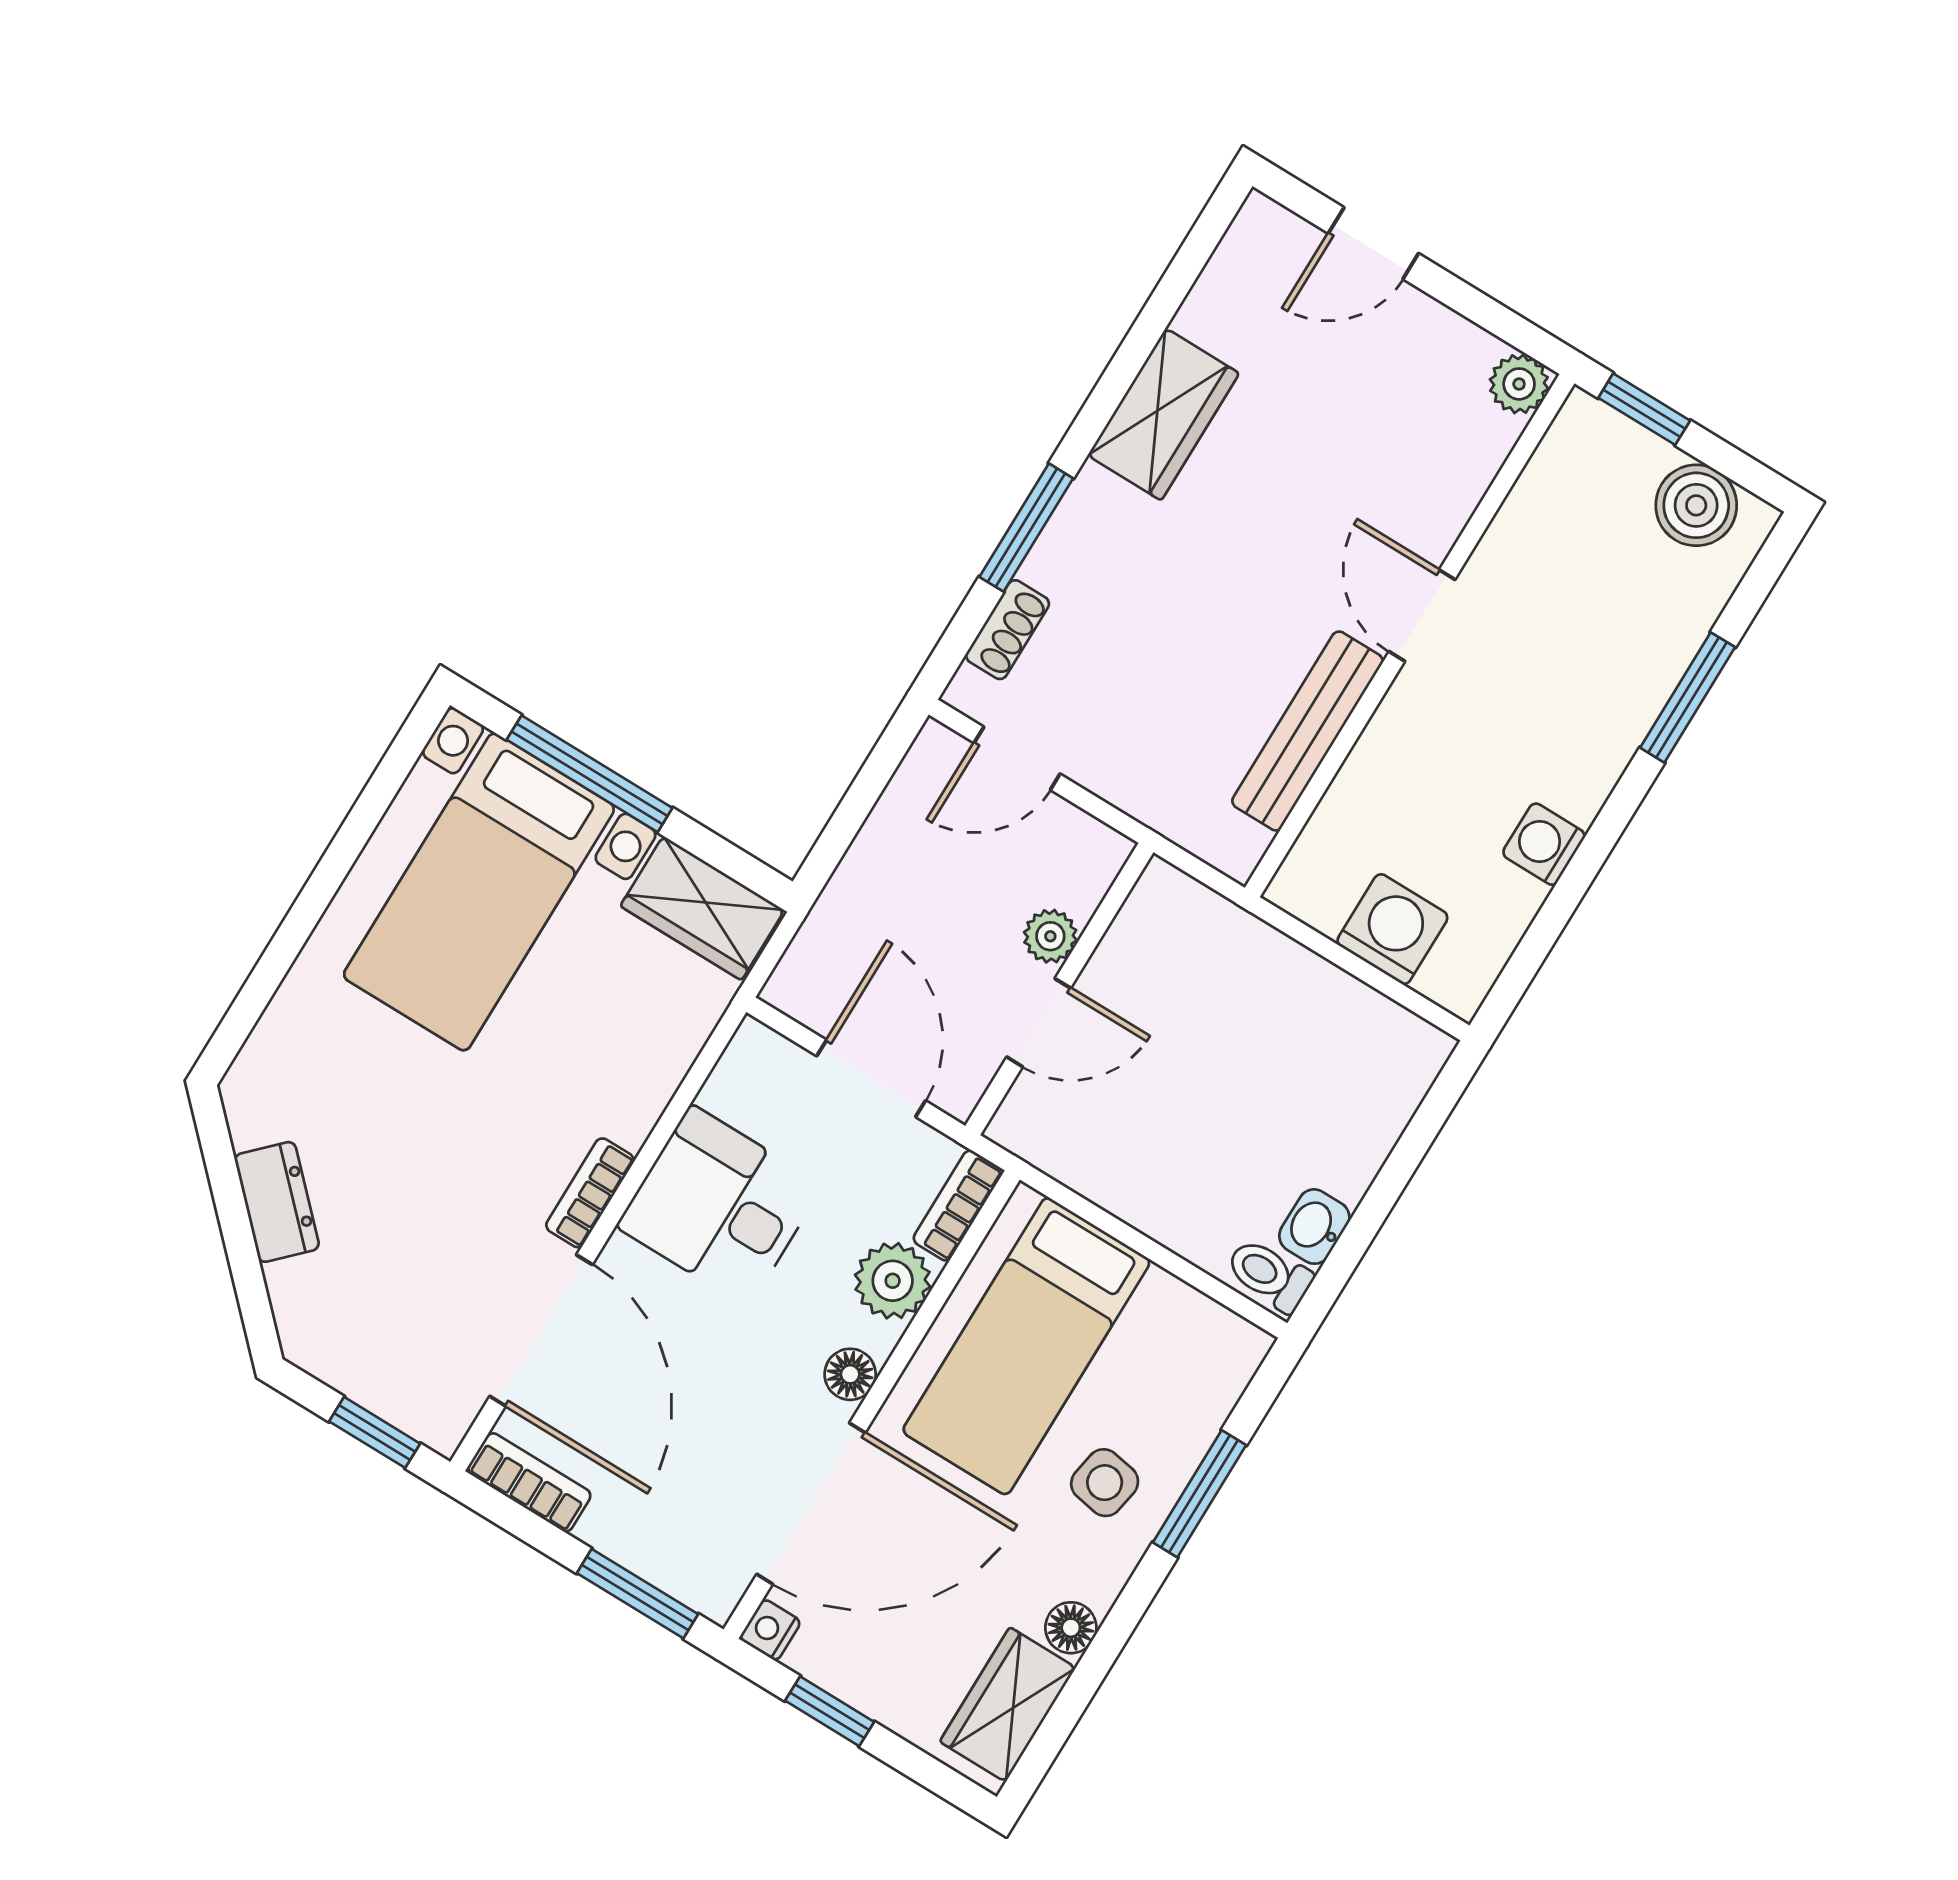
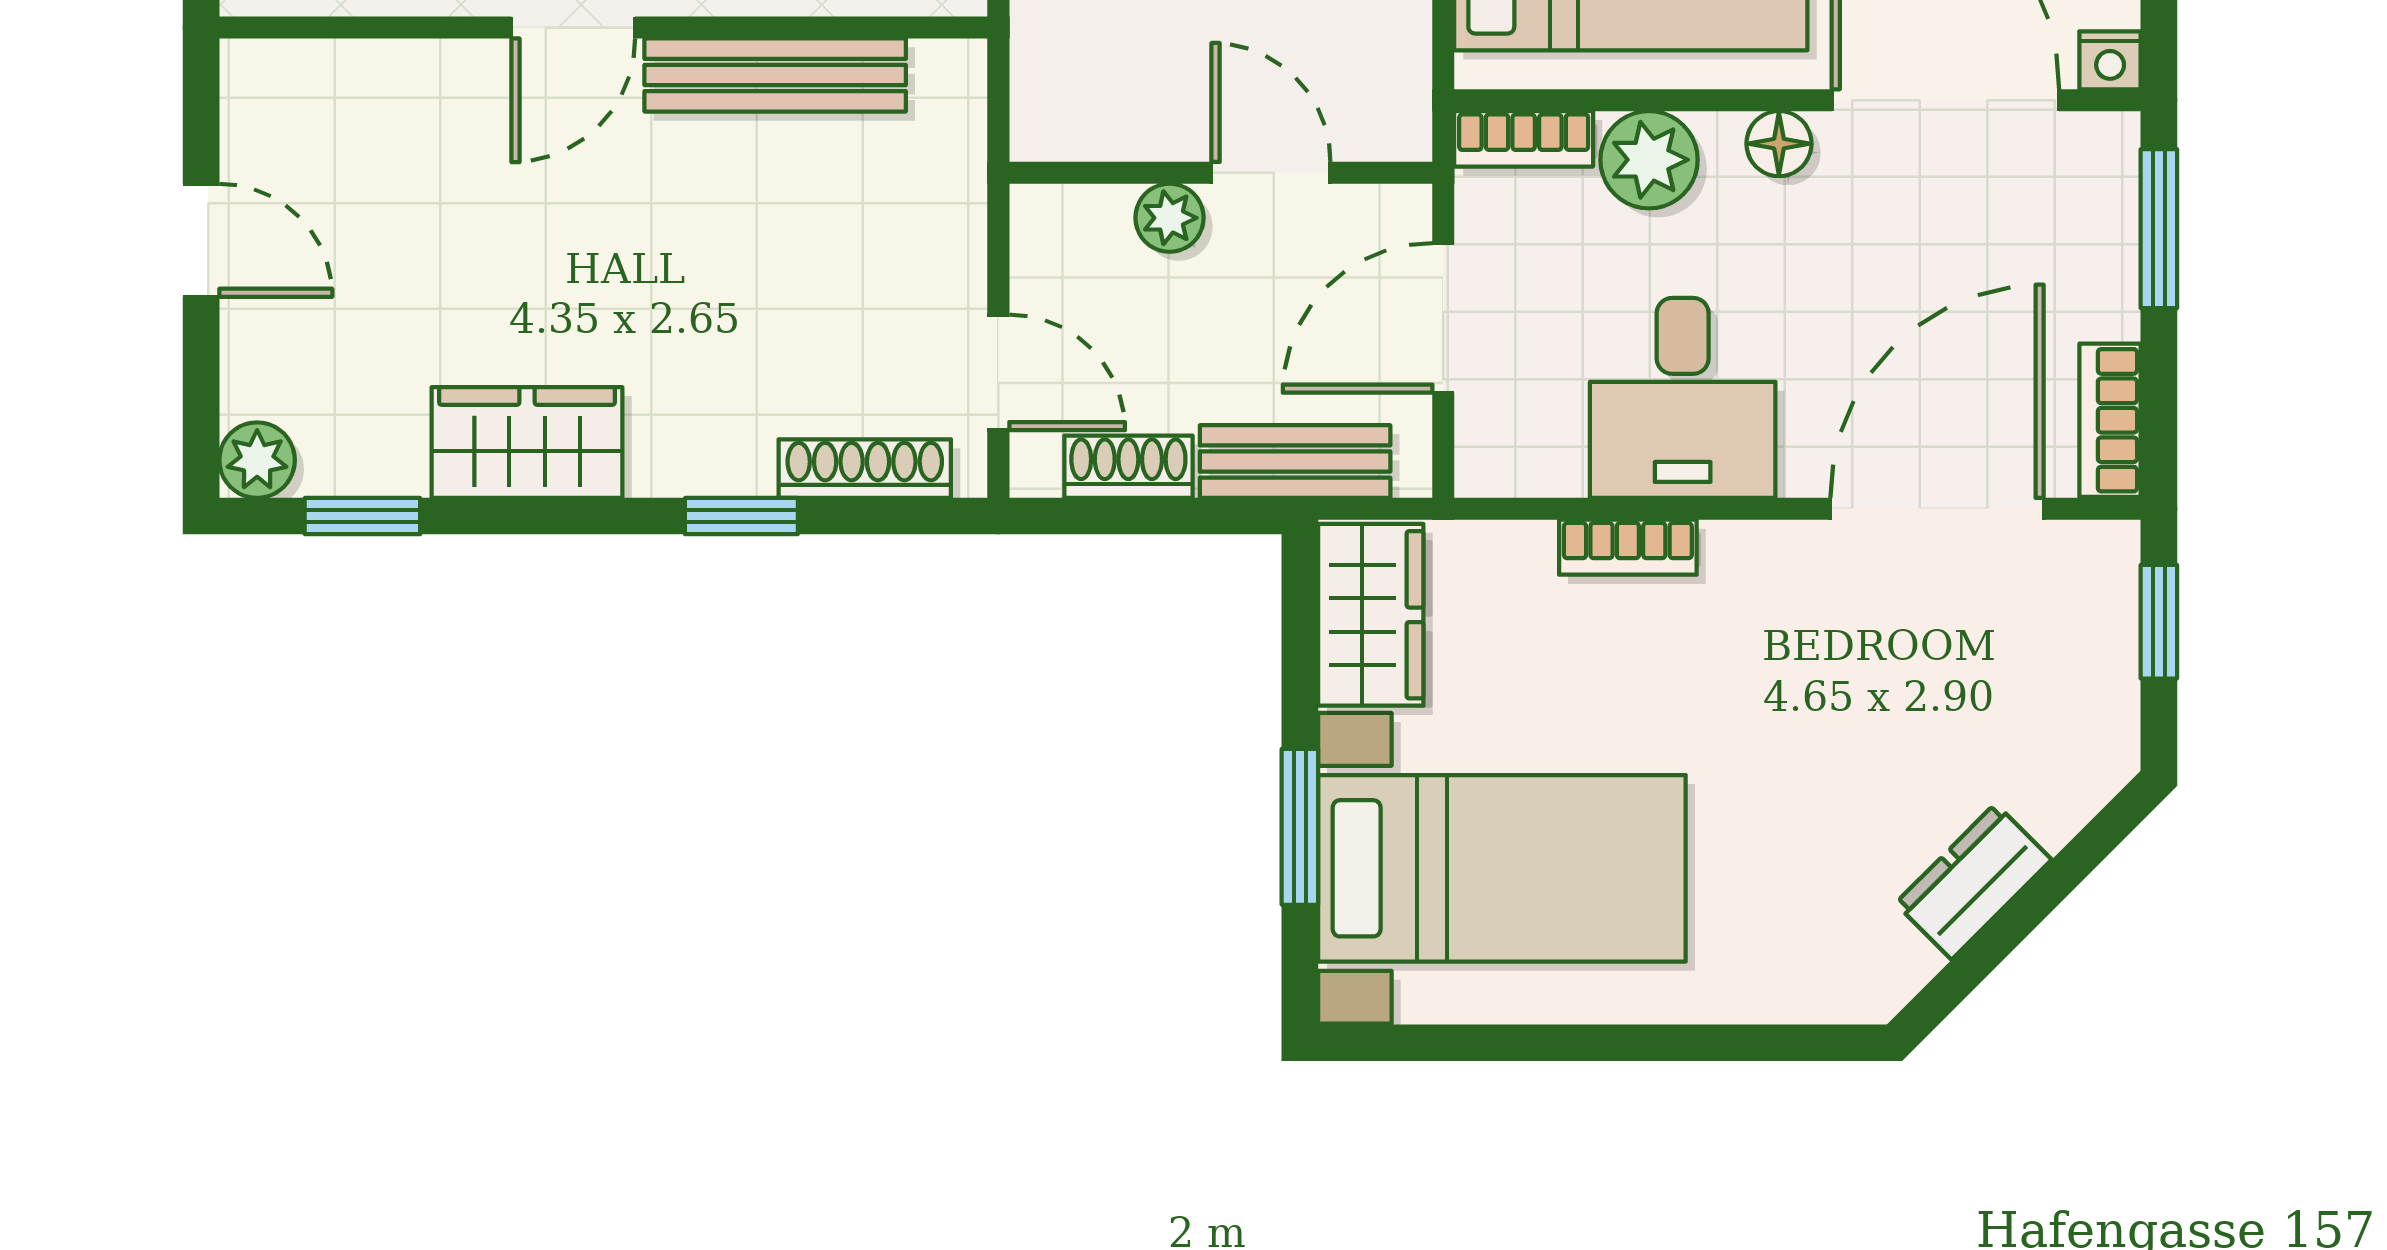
door: (1373, 243) -> (201, 240), moved
window: (1182, 274) -> (362, 516), added
plant: (1519, 384) -> (257, 460), moved
window: (1026, 528) -> (741, 516), width x0.67
shoe rack: (1007, 630) -> (865, 469), width x1.43
window: (590, 774) -> (1300, 827), width x0.69
shoe rack: (901, 807) -> (1128, 467), added
bench: (836, 920) -> (1295, 462), added
bookcase: (590, 1193) -> (1628, 547), moved

